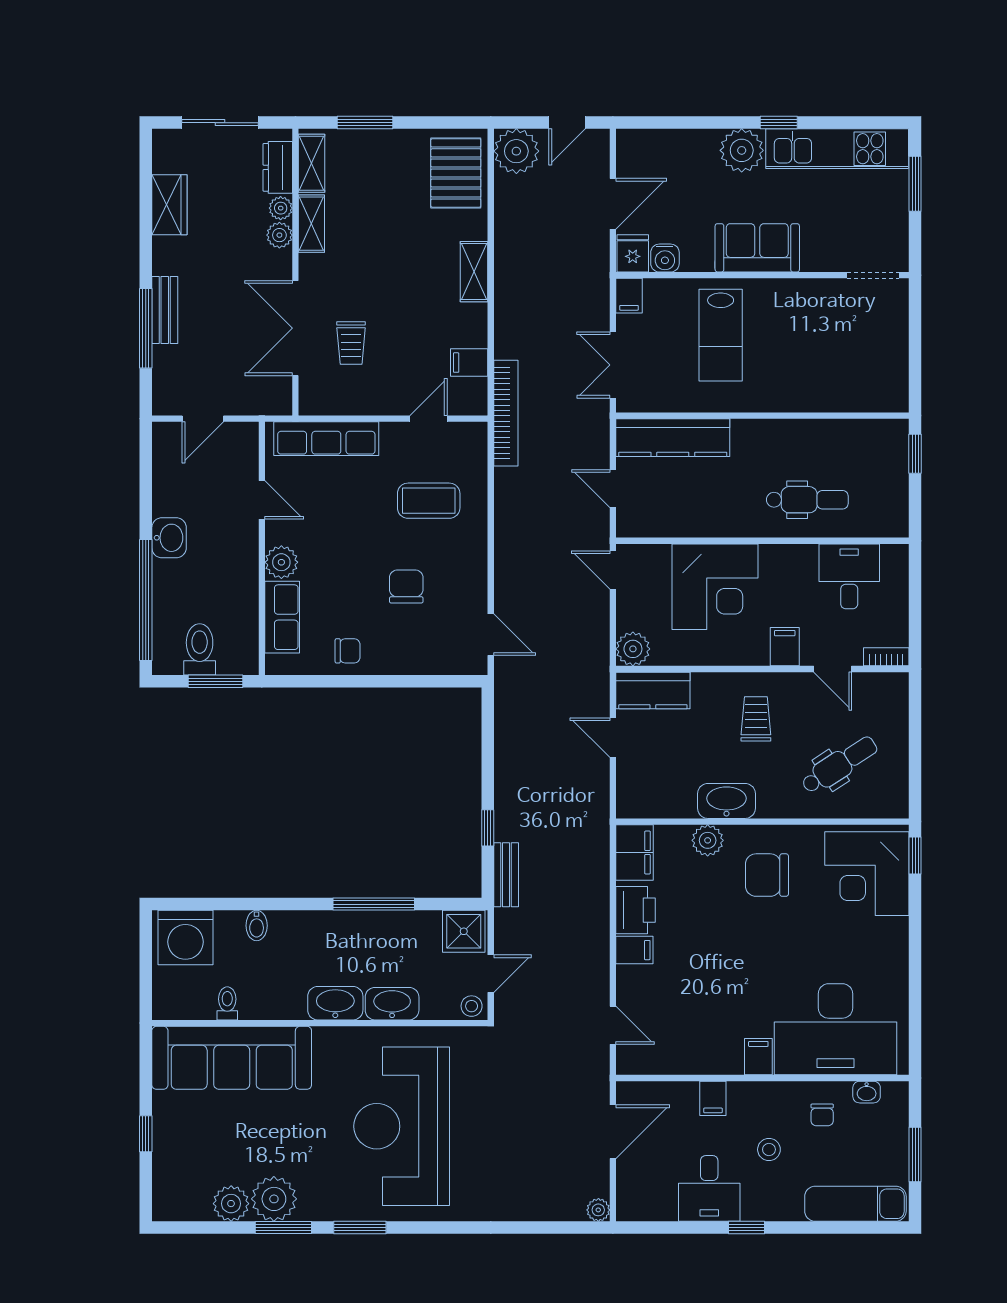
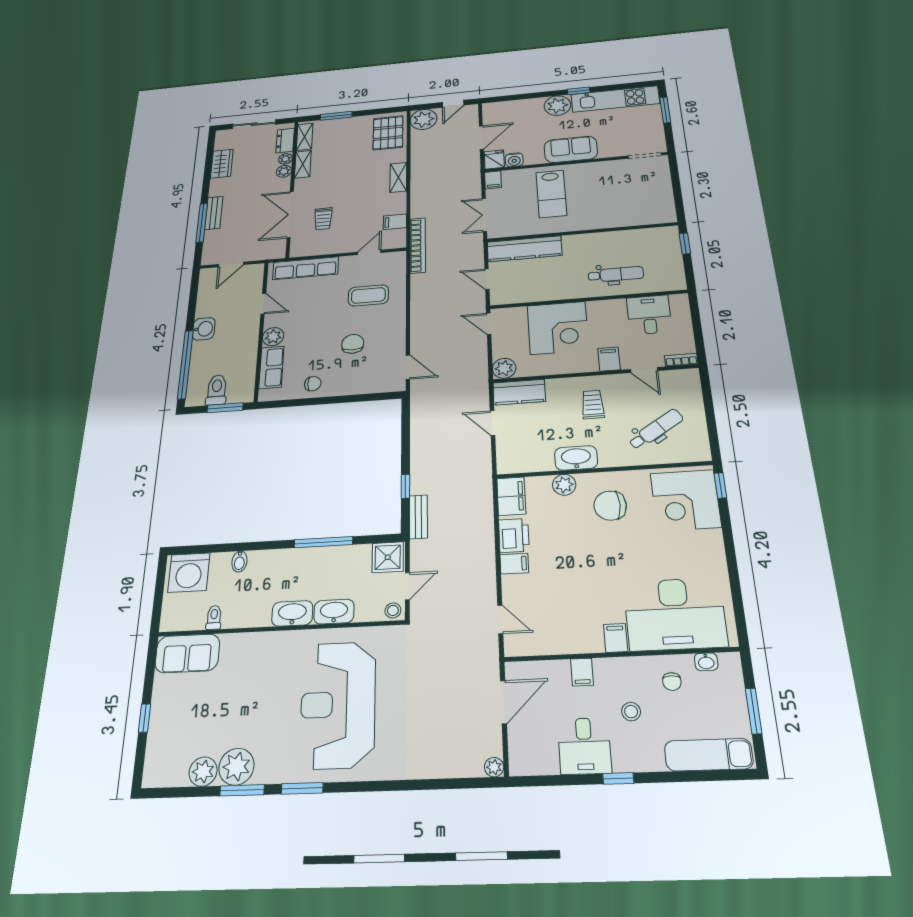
sofa: (232, 1058) -> (187, 653), width x0.54, depth x0.79

